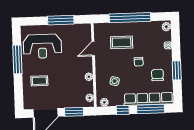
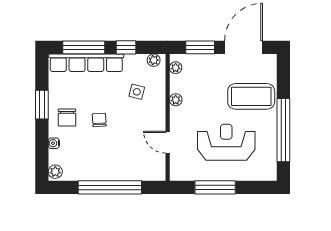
coffee table: (122, 42) -> (124, 150), removed
reception desk: (42, 46) -> (226, 142), moved
door: (93, 49) -> (168, 142), swing flipped
window: (17, 59) -> (283, 130), width x1.46
chair: (157, 75) -> (67, 118), moved
coffee table: (39, 81) -> (251, 96), width x1.86, depth x1.72

